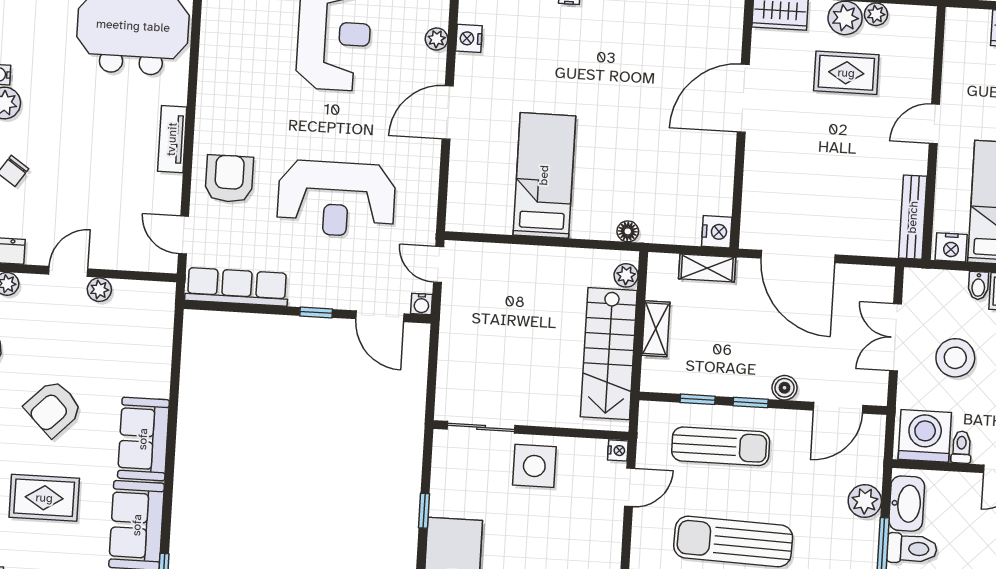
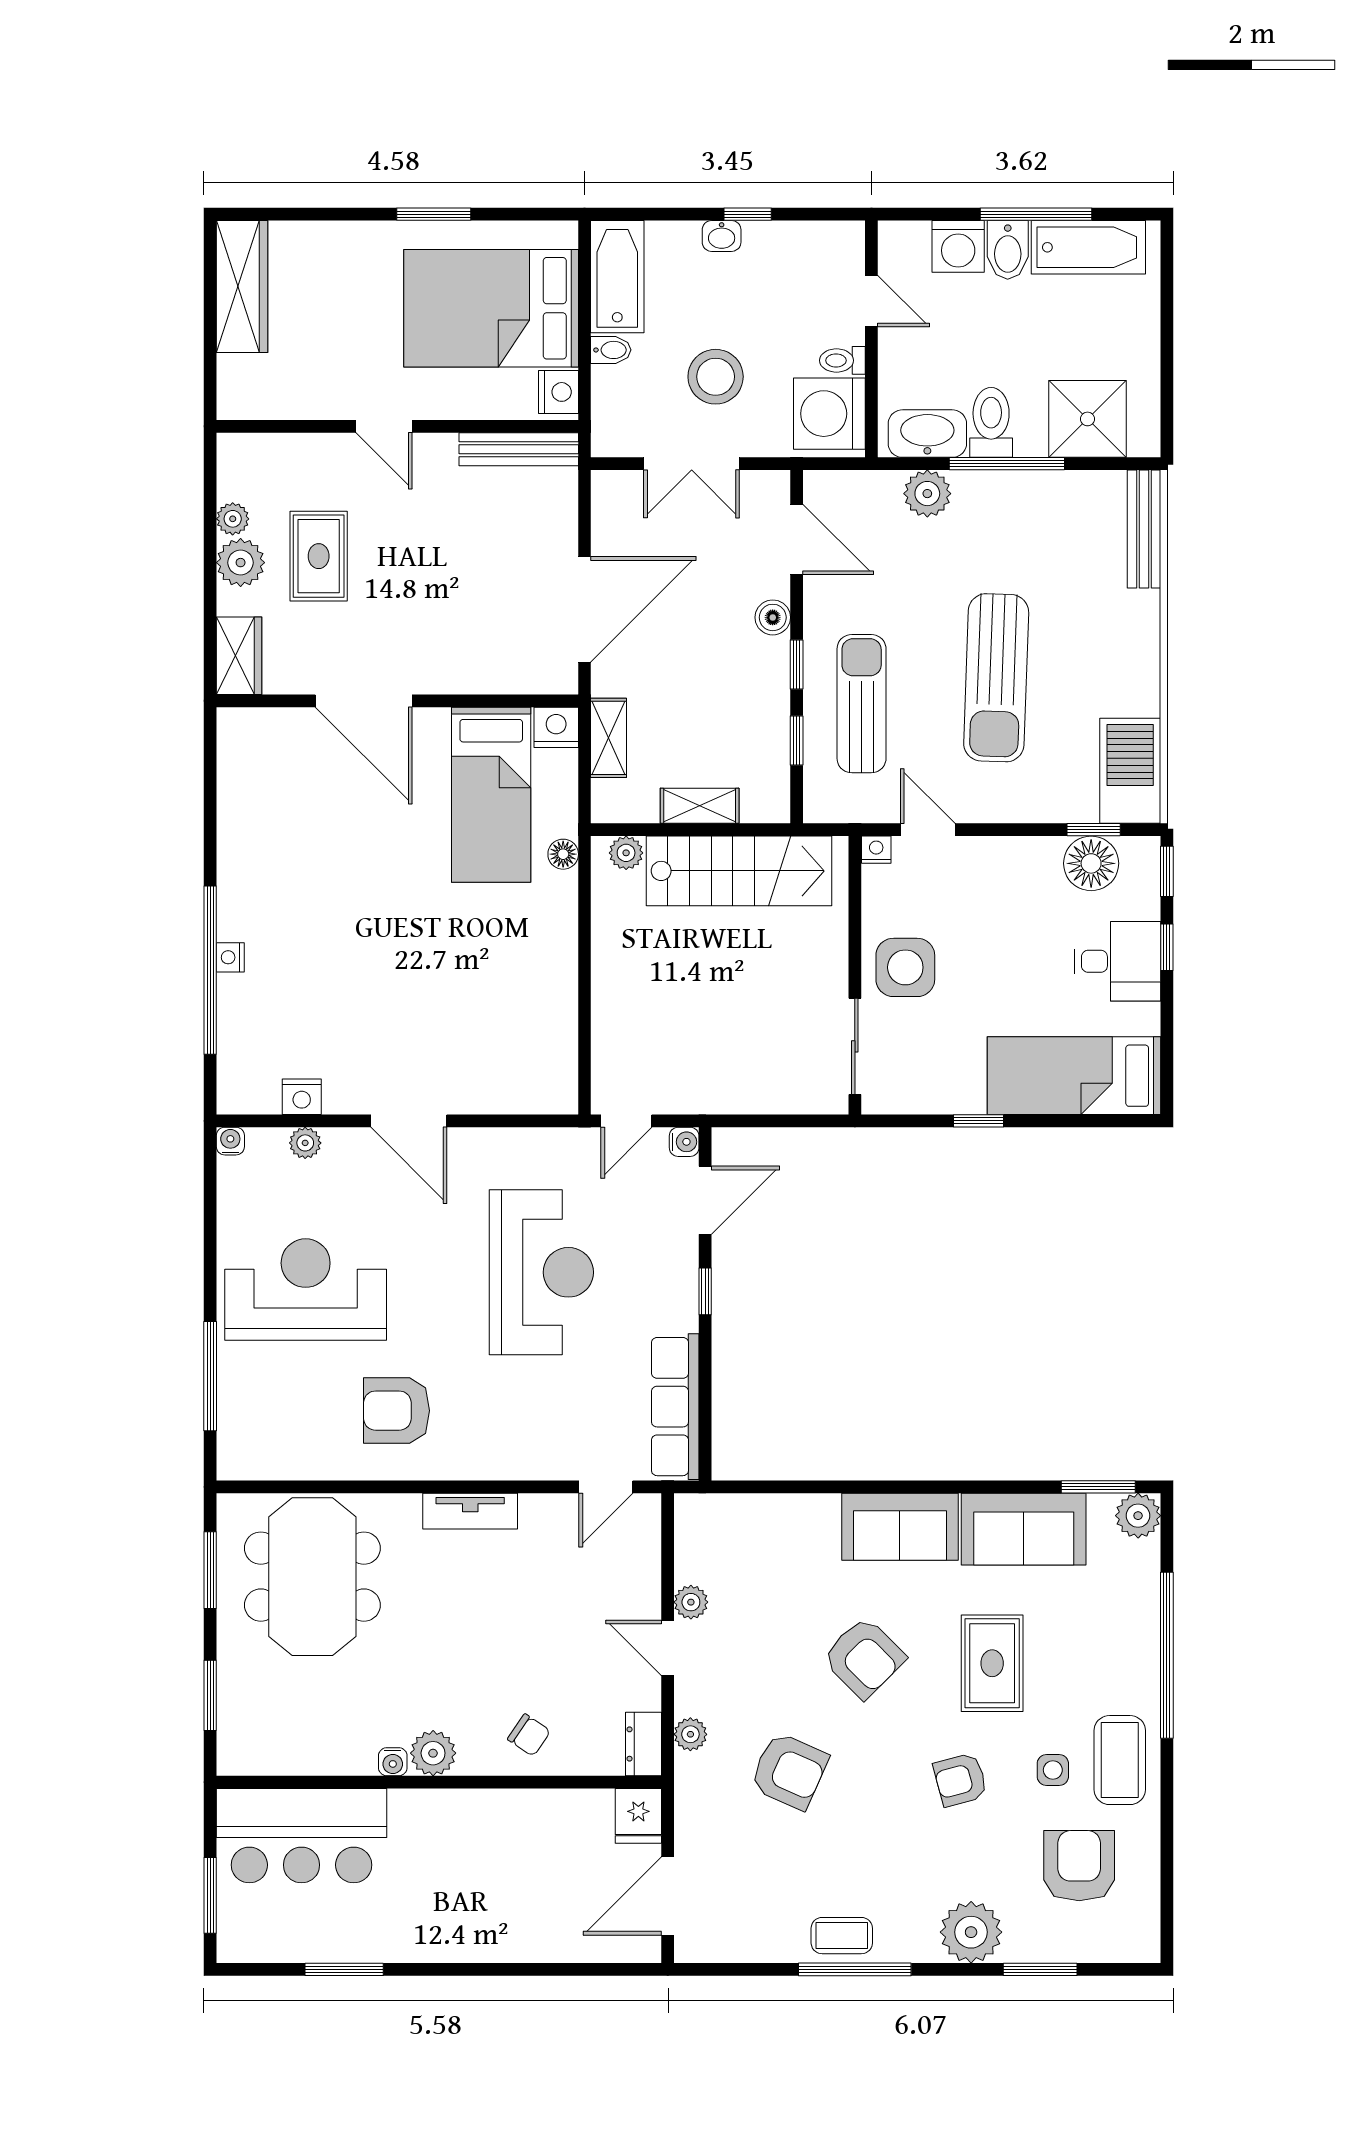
bed: (544, 175) -> (491, 795), moved, turned -90
armchair: (229, 179) -> (397, 1411), moved

